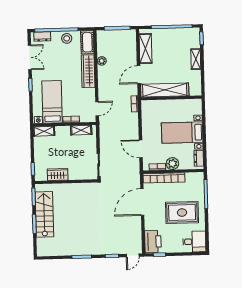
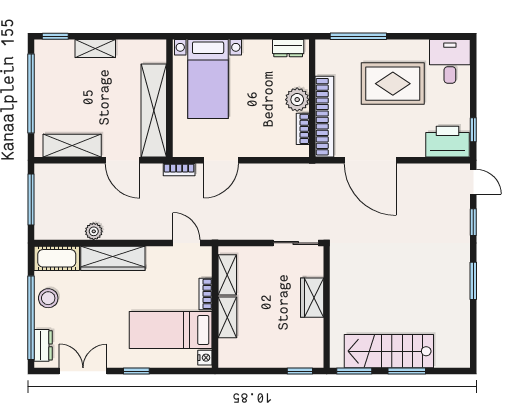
shelving: (44, 131) -> (227, 317), moved
bed with nightstands: (182, 133) -> (208, 79), moved
door: (141, 149) -> (221, 160), moved
wardrobe: (58, 174) -> (312, 298), moved
rug: (182, 213) -> (393, 84), turned 90

